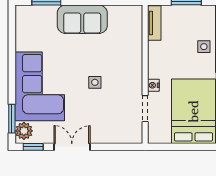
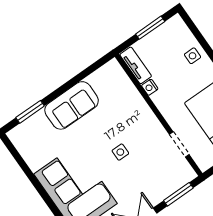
nightstand: (153, 85) -> (150, 87), moved
window: (117, 147) -> (178, 194), added

